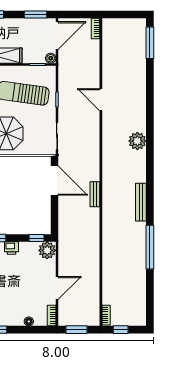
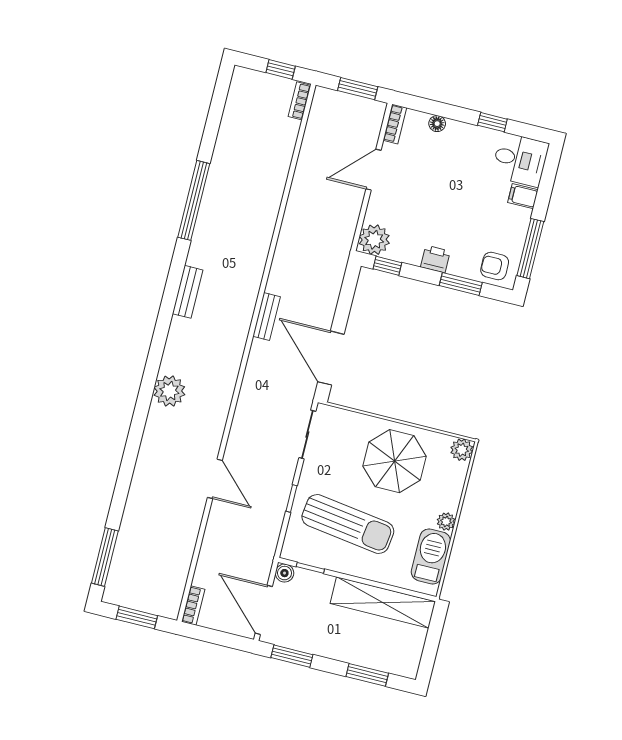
window: (124, 14) -> (137, 617), added
door: (57, 36) -> (264, 610), hinge flipped
bench: (141, 202) -> (188, 292), width x0.73

